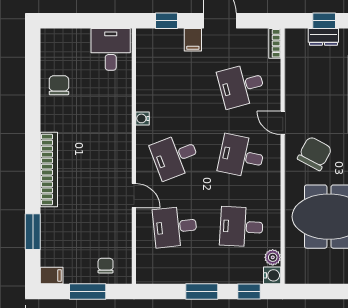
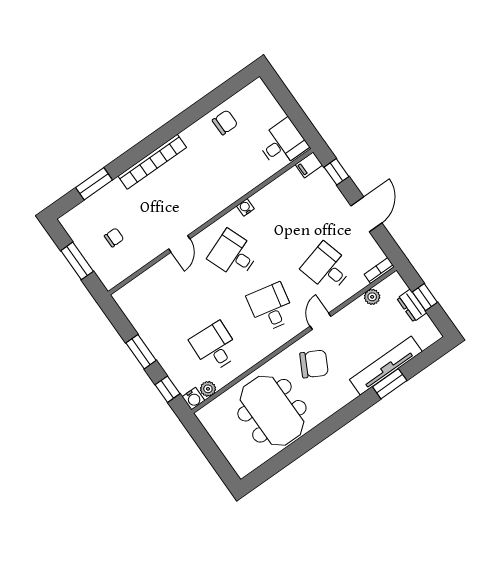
filing cabinet: (193, 40) -> (309, 165), moved
plant: (293, 65) -> (372, 297), added
desk: (175, 227) -> (178, 294), removed
chair: (106, 266) -> (114, 237), moved
filing cabinet: (52, 275) -> (70, 223), removed

